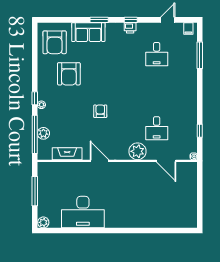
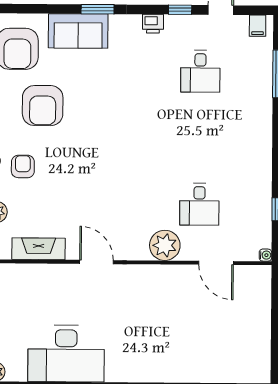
window: (131, 20) -> (180, 10), moved
armchair: (100, 111) -> (23, 166), moved

